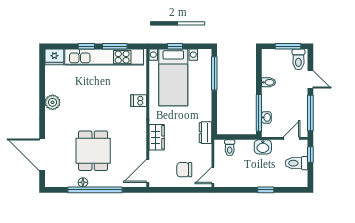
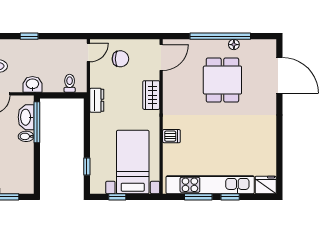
window: (175, 46) -> (117, 197), moved
window: (214, 73) -> (87, 167), width x0.46
bidet: (269, 82) -> (26, 136), moved
plant: (53, 102) -> (268, 134), removed
washbasin: (266, 117) -> (26, 117), width x1.91, depth x1.45

